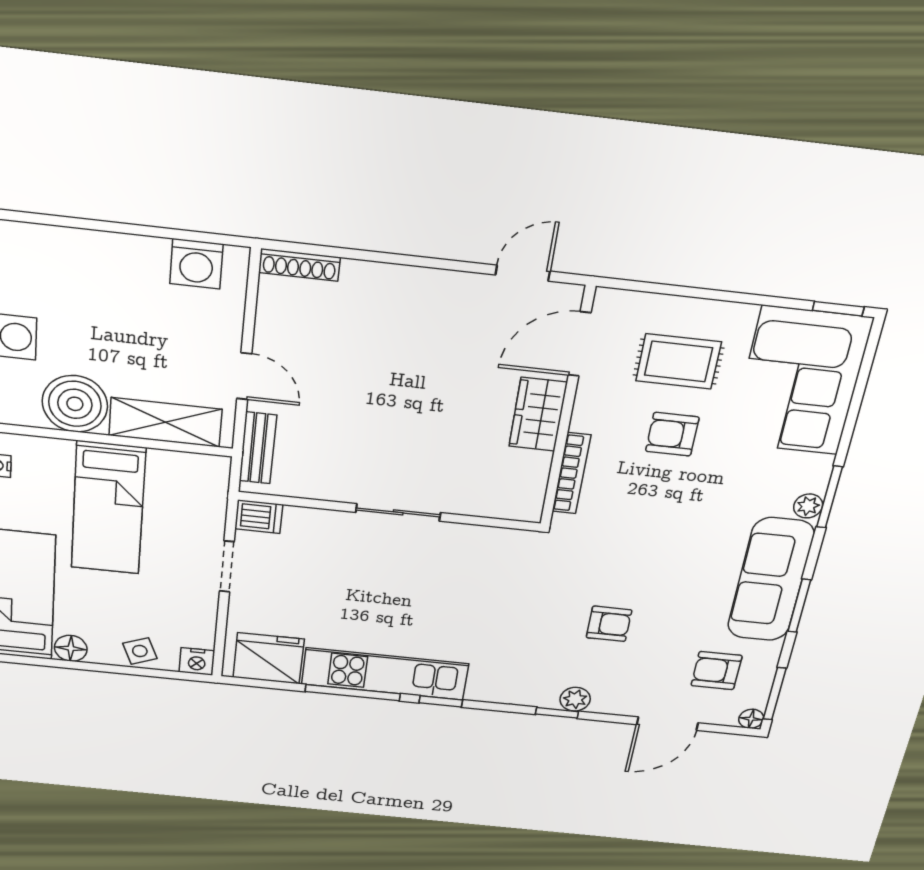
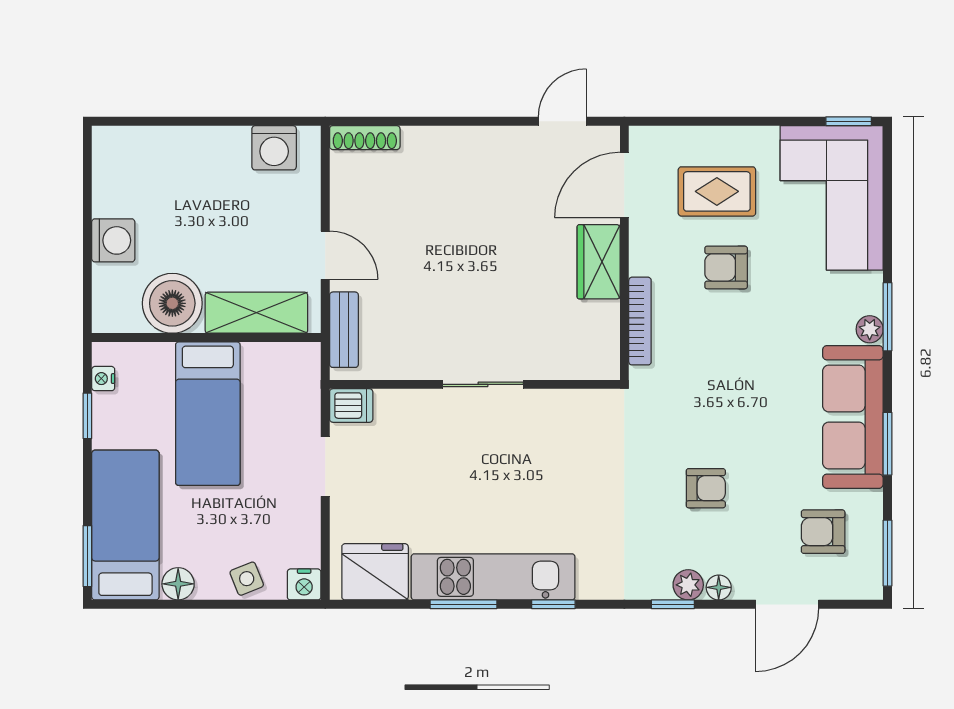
window: (353, 693) -> (464, 604), width x0.69
floor lamp: (751, 719) -> (719, 587), moved

